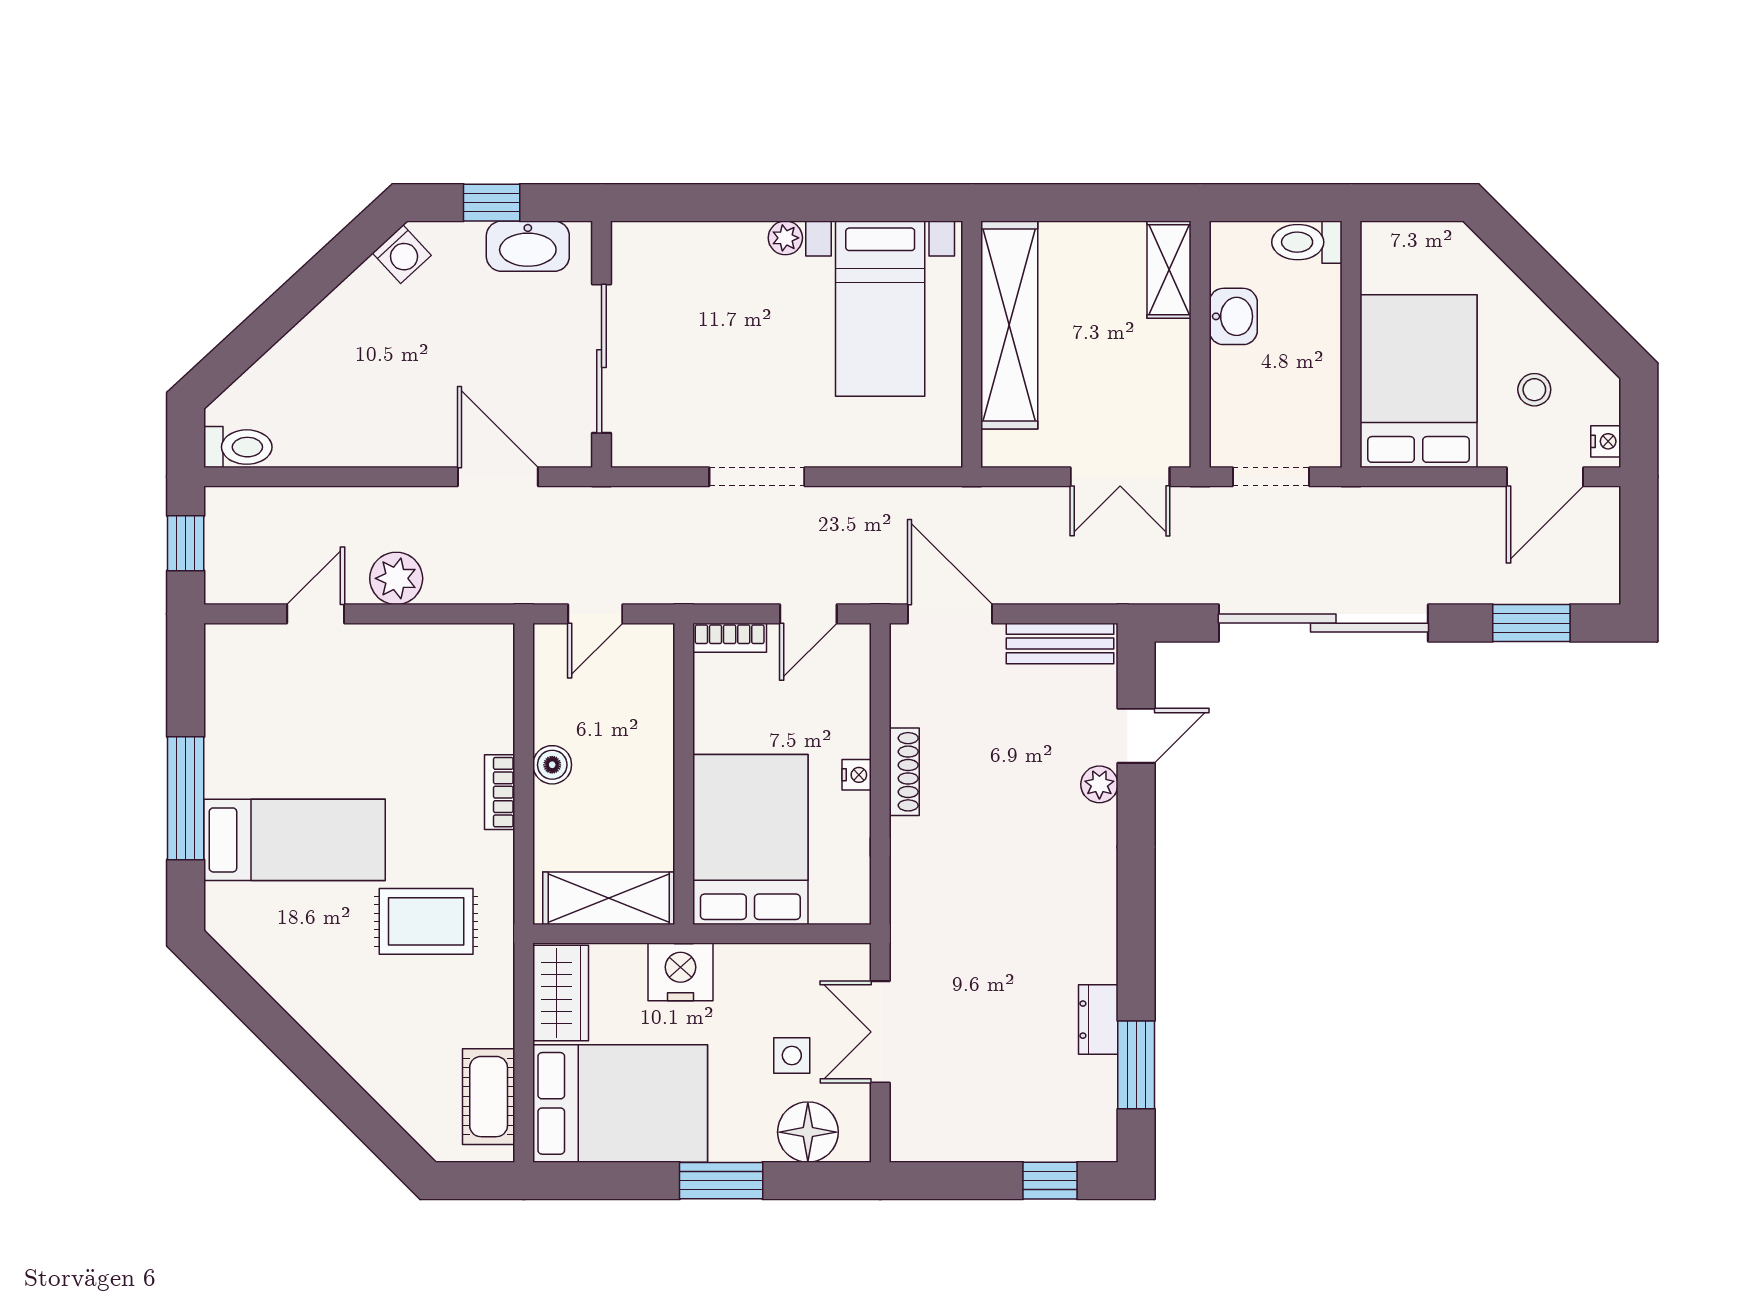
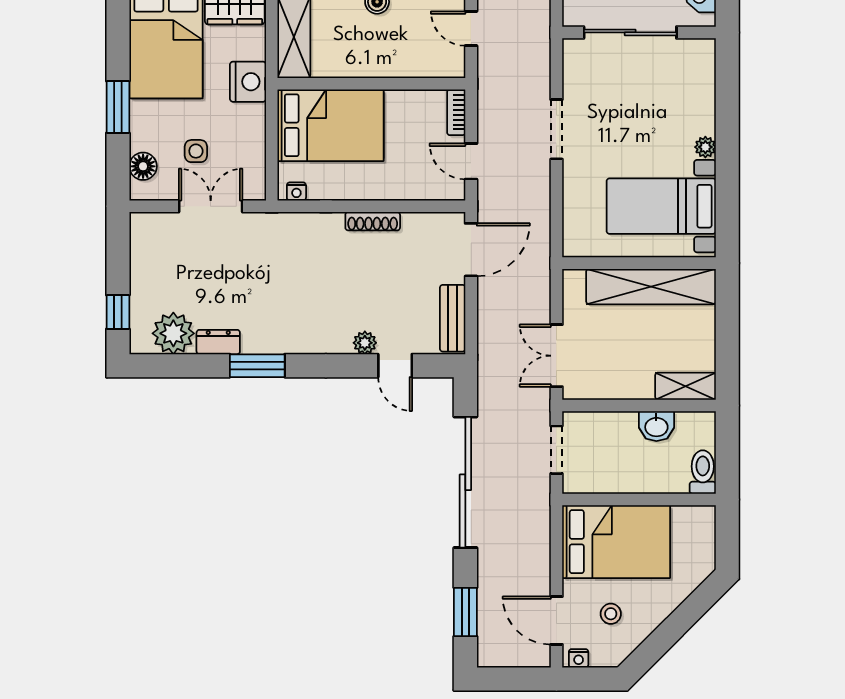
nightstand: (857, 775) -> (296, 191), moved
window: (1136, 1065) -> (257, 366), moved
plant: (1084, 1092) -> (173, 333), added
floor lamp: (808, 1132) -> (143, 166), width x0.73, depth x0.73

